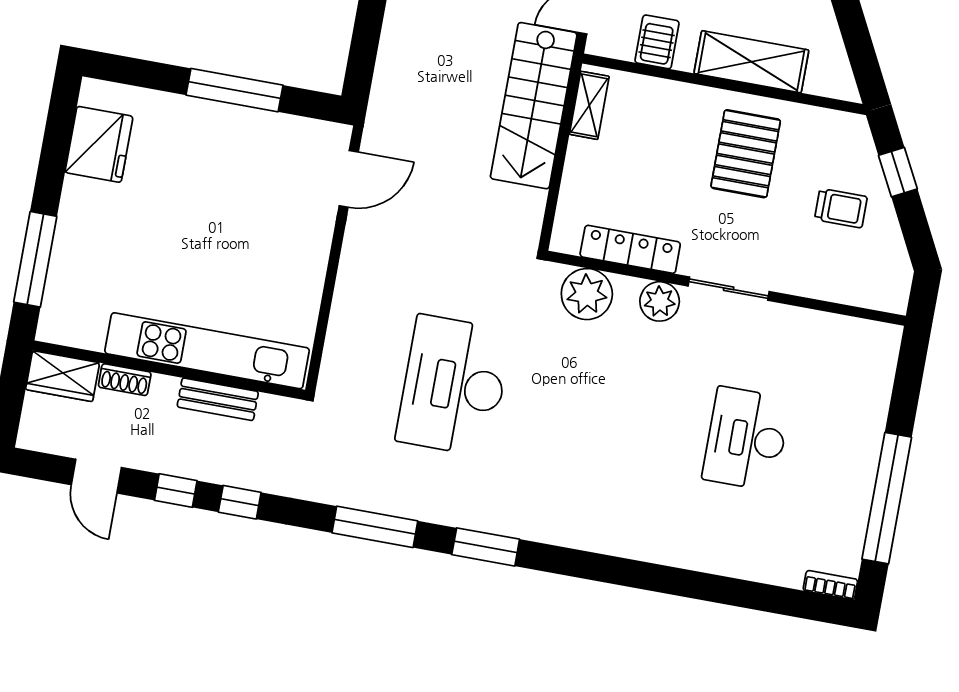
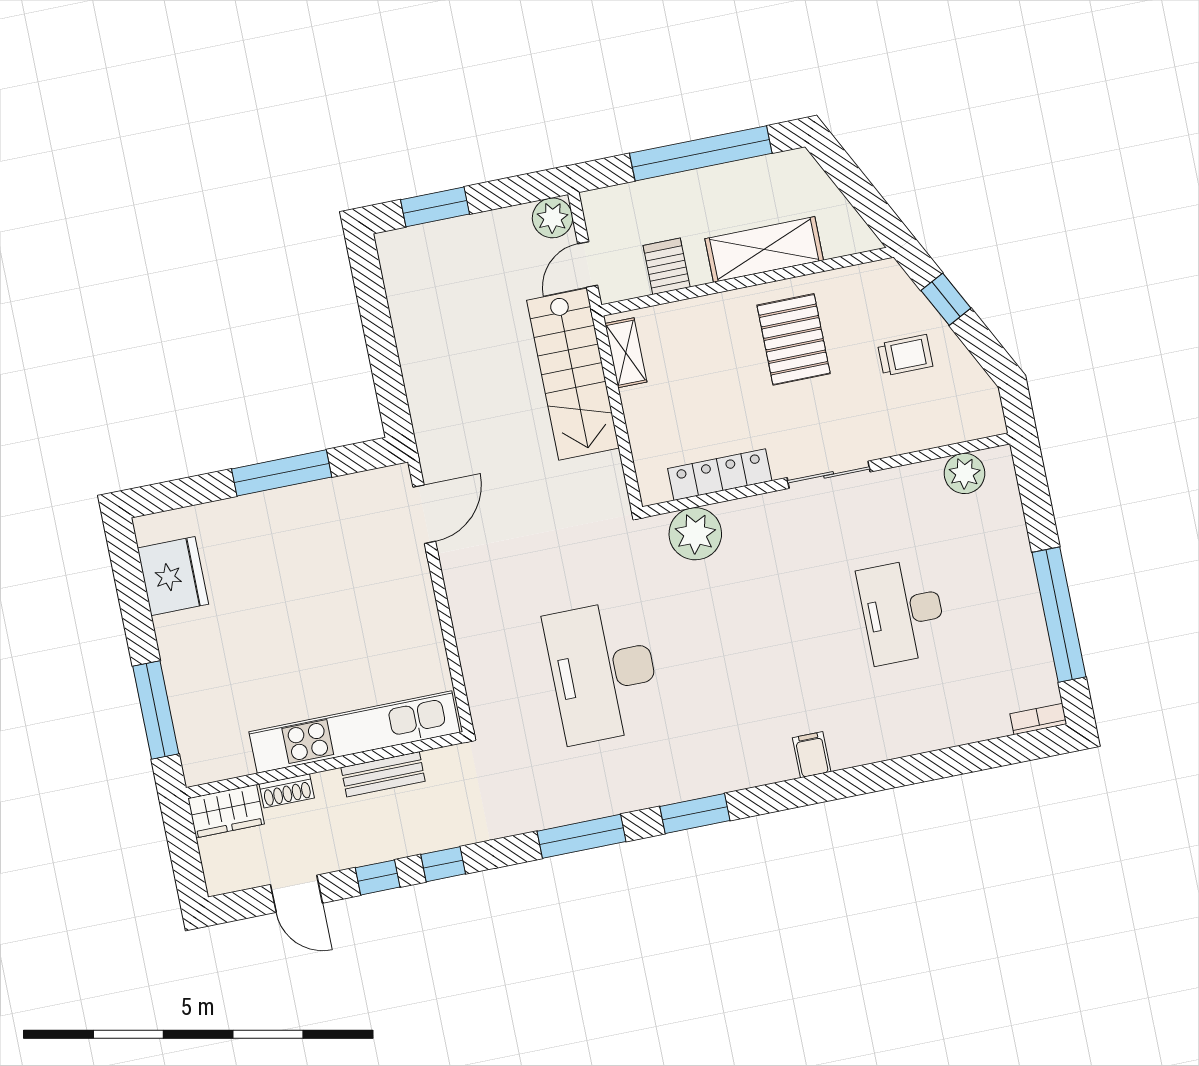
plant: (660, 301) -> (965, 473), moved
filing cabinet: (613, 536) -> (812, 755), added

